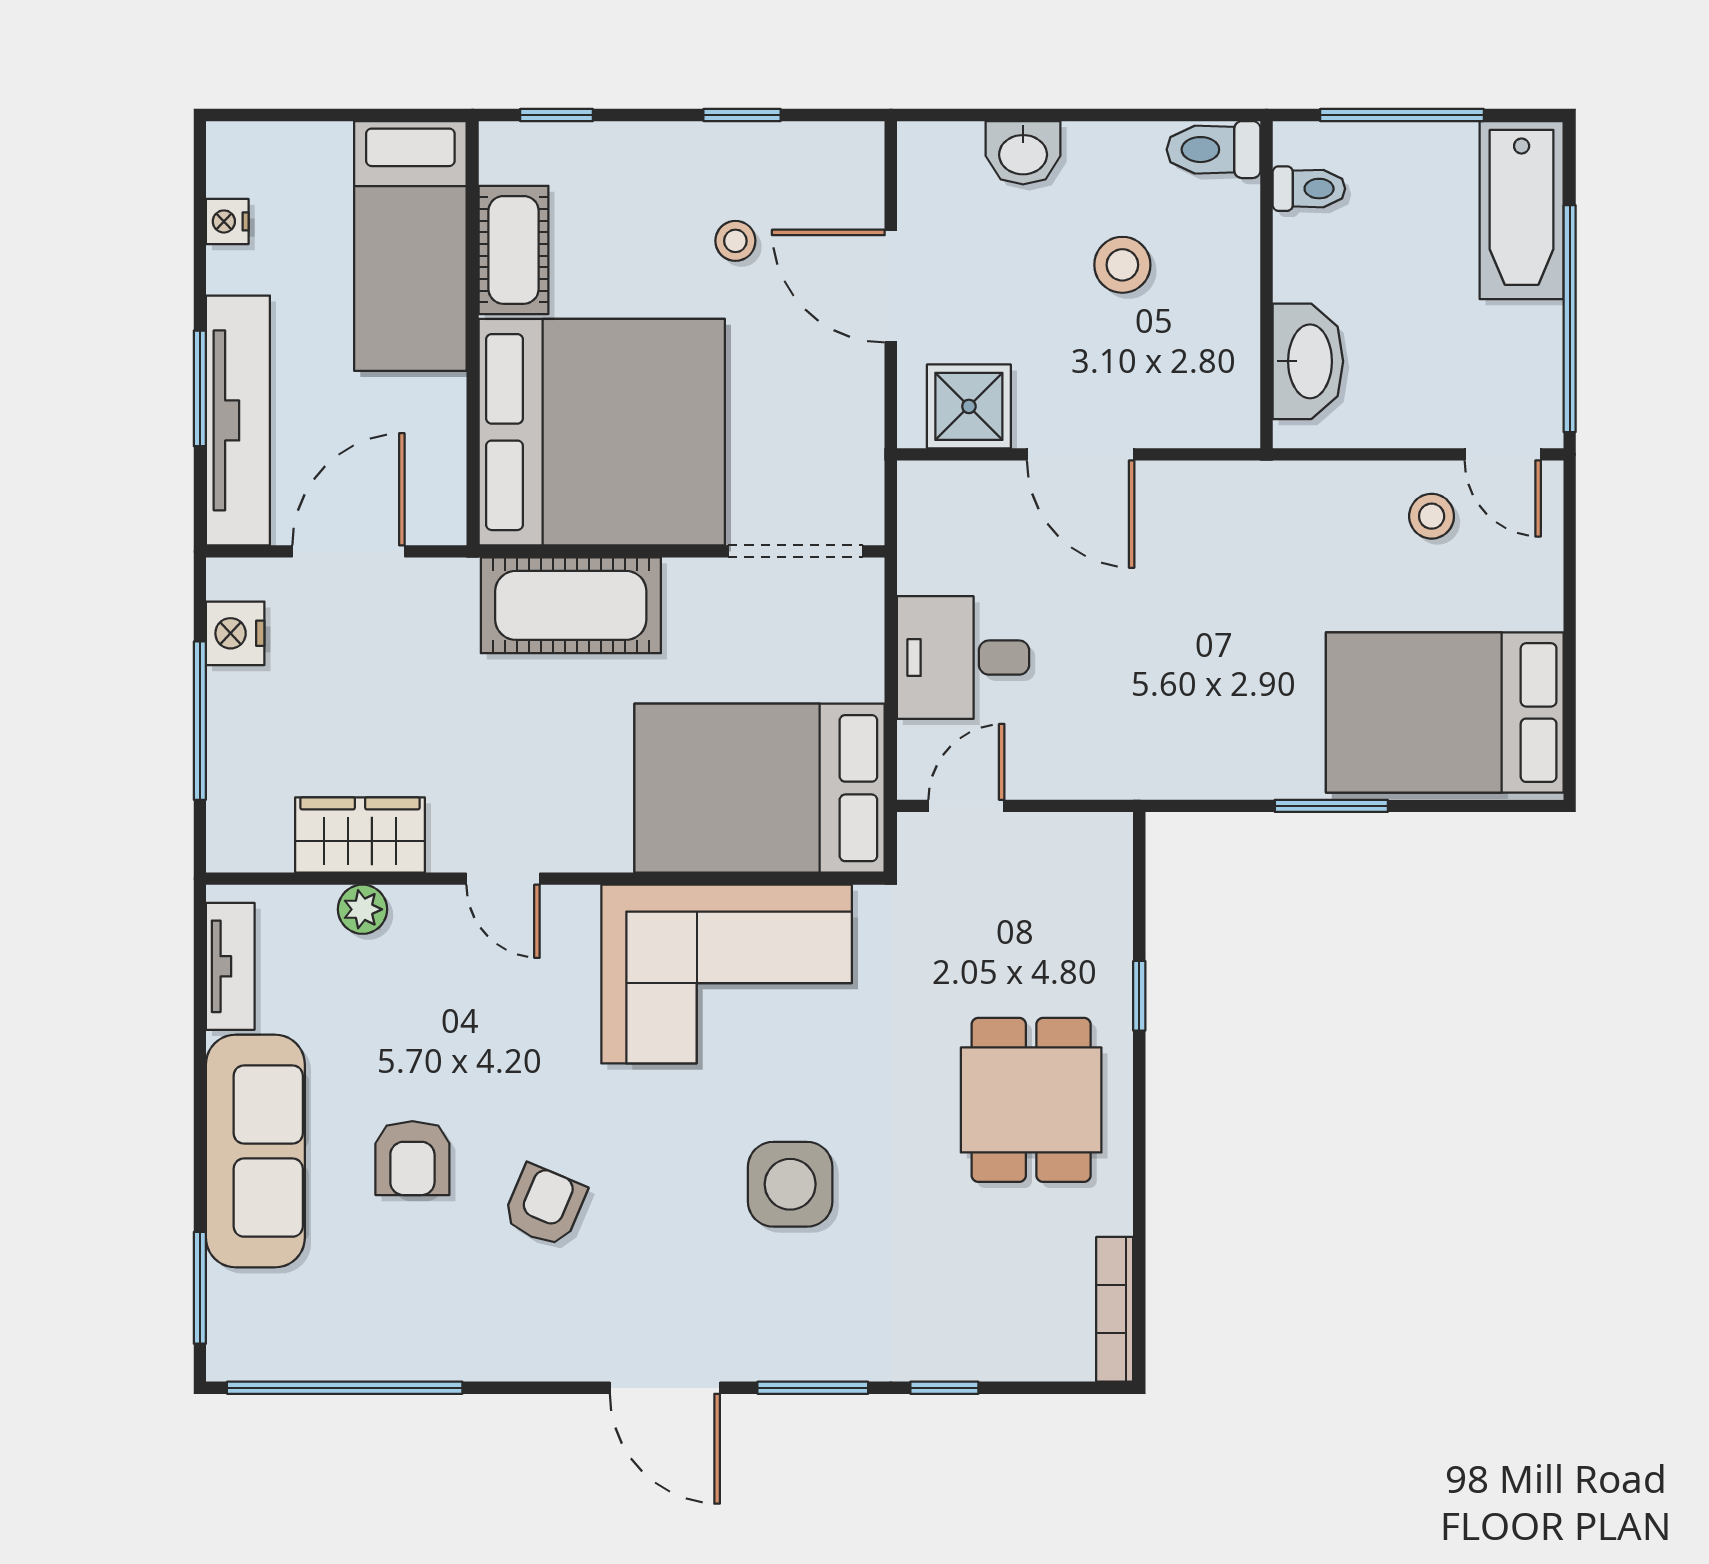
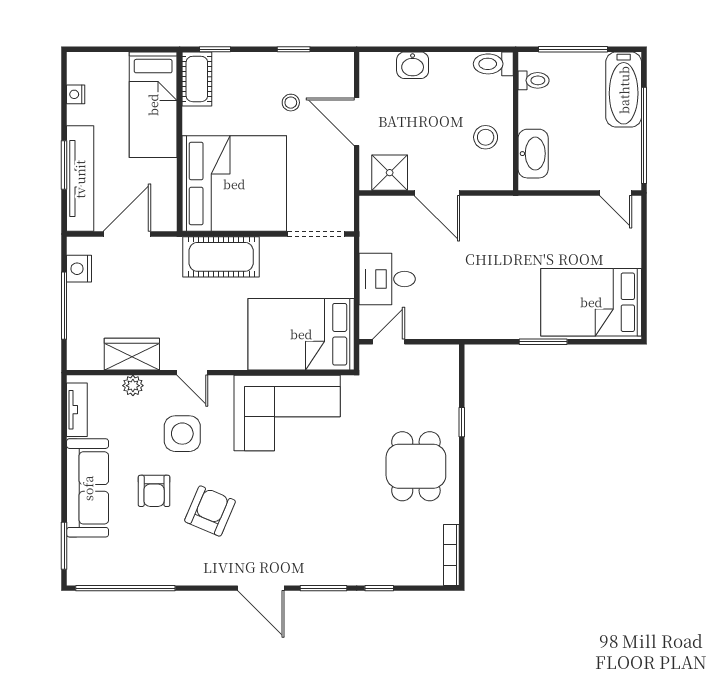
cot: (514, 250) -> (197, 79), moved
stool: (1122, 265) -> (486, 137), moved
stool: (1432, 516) -> (586, 219), removed
side table: (790, 1184) -> (182, 434), moved
armchair: (545, 1206) -> (210, 511), width x1.38, depth x1.38

